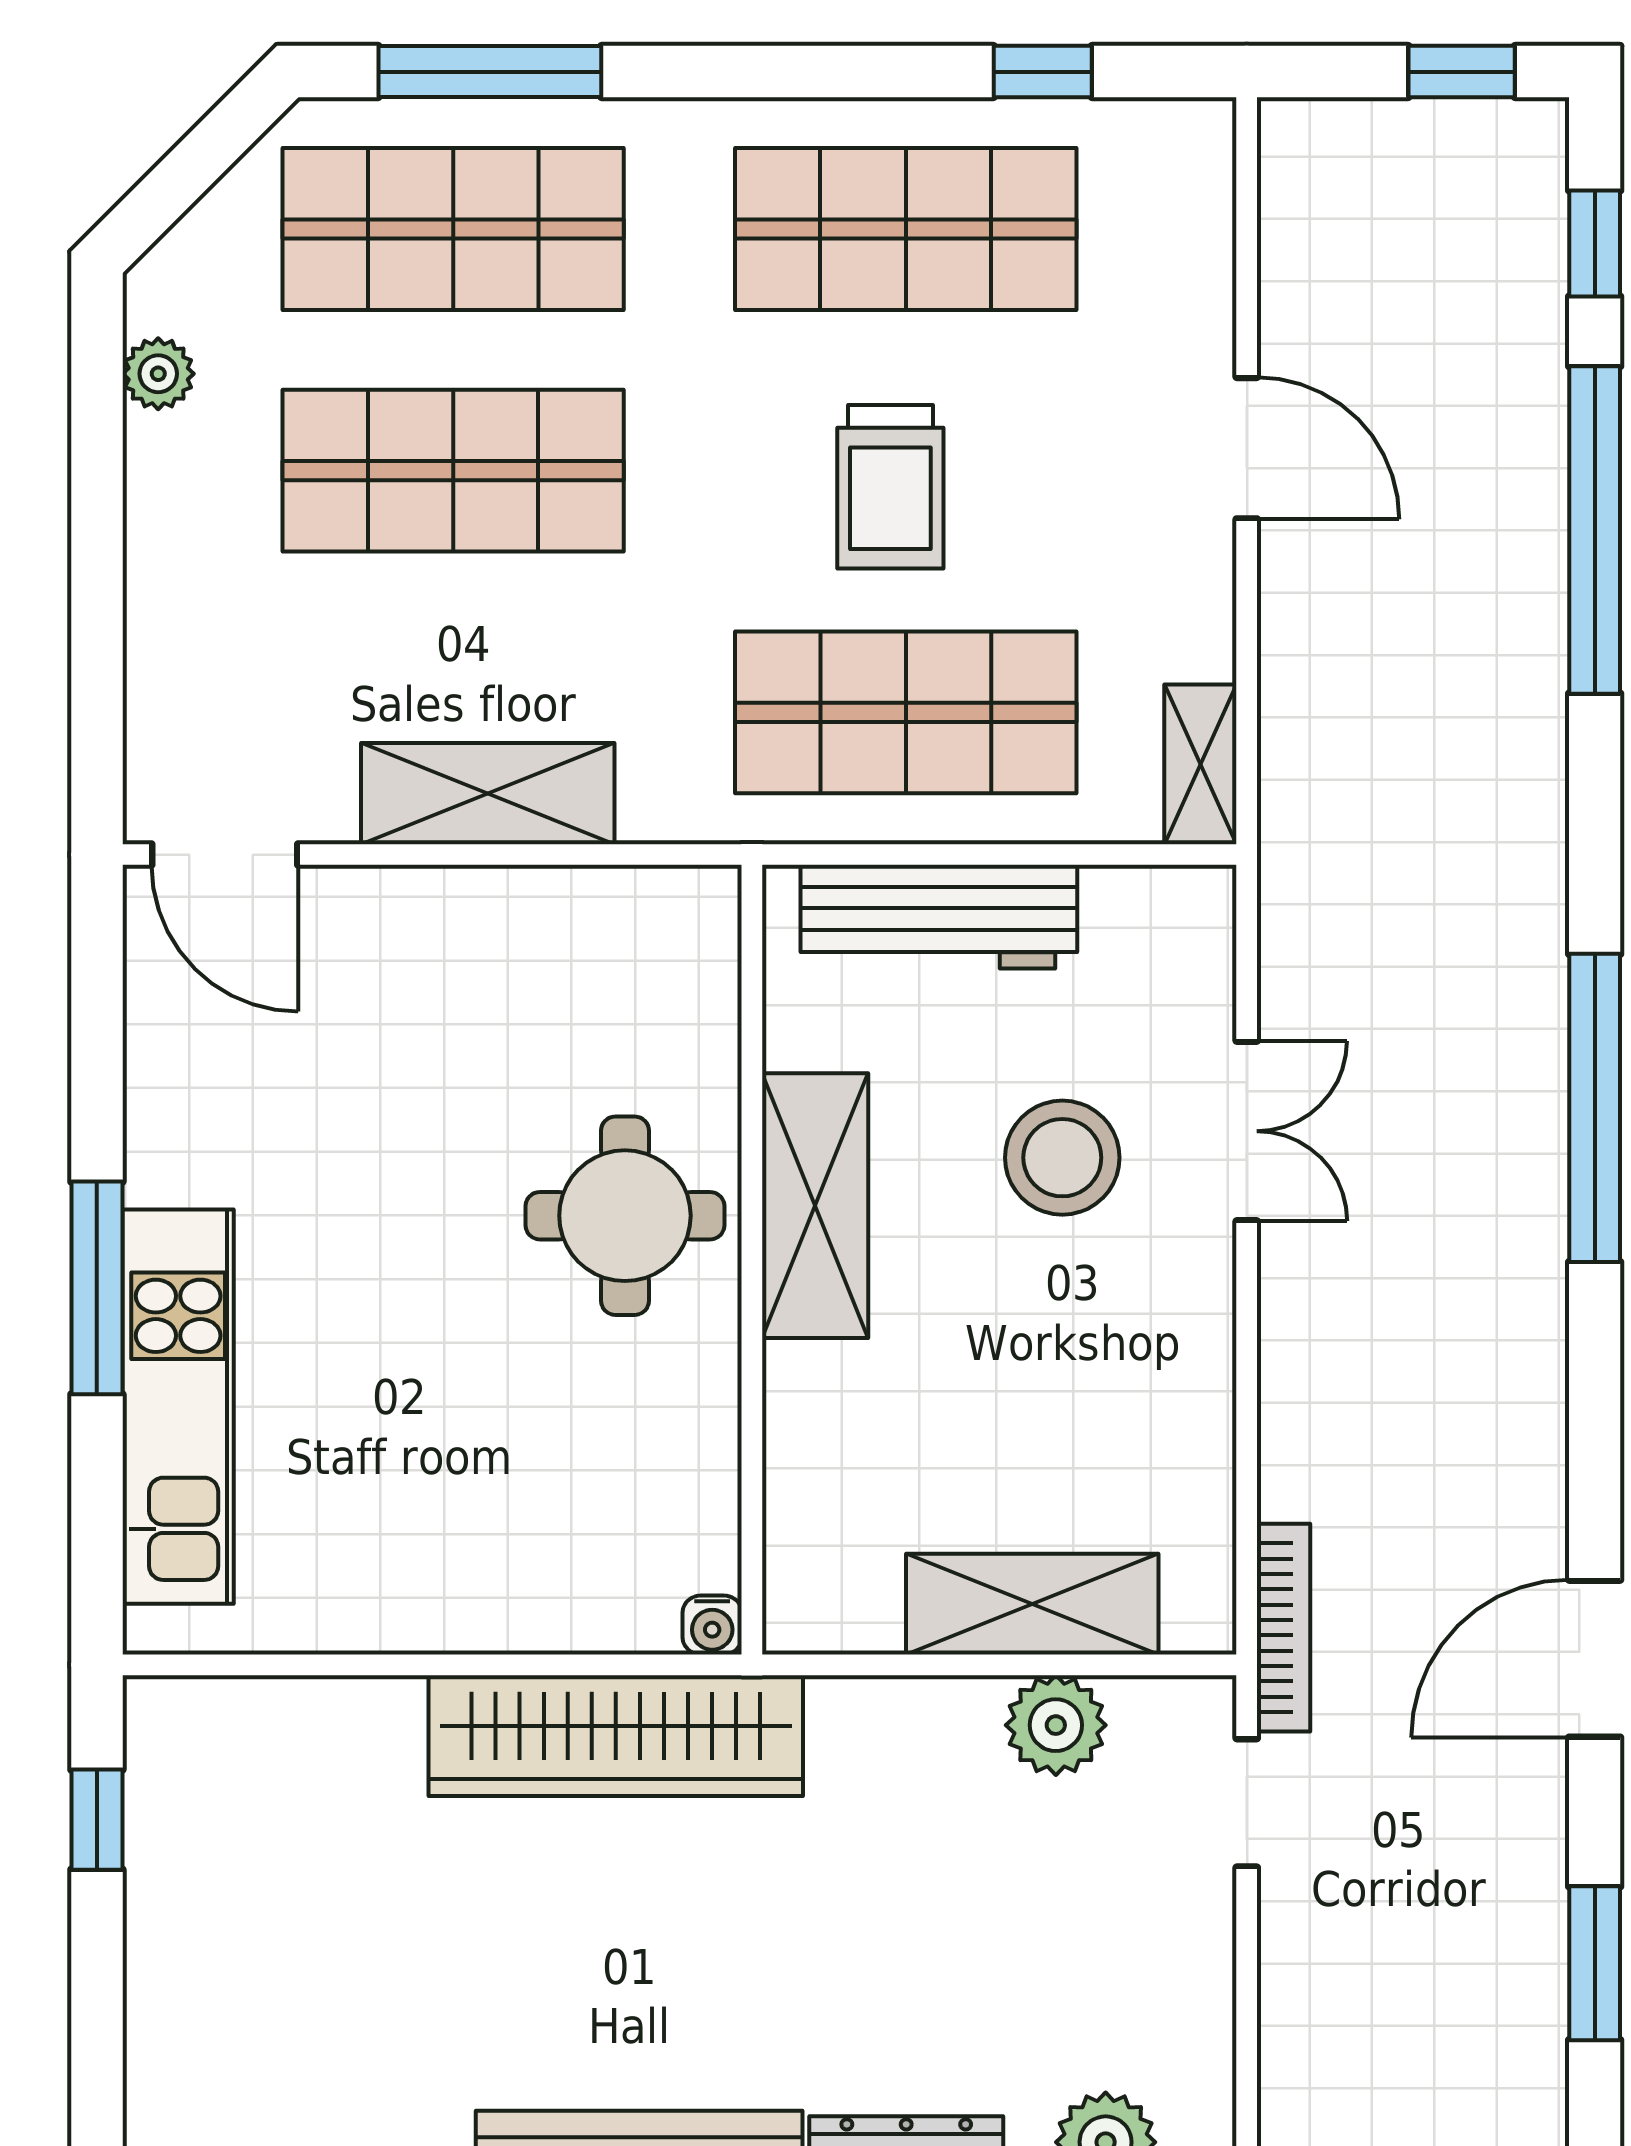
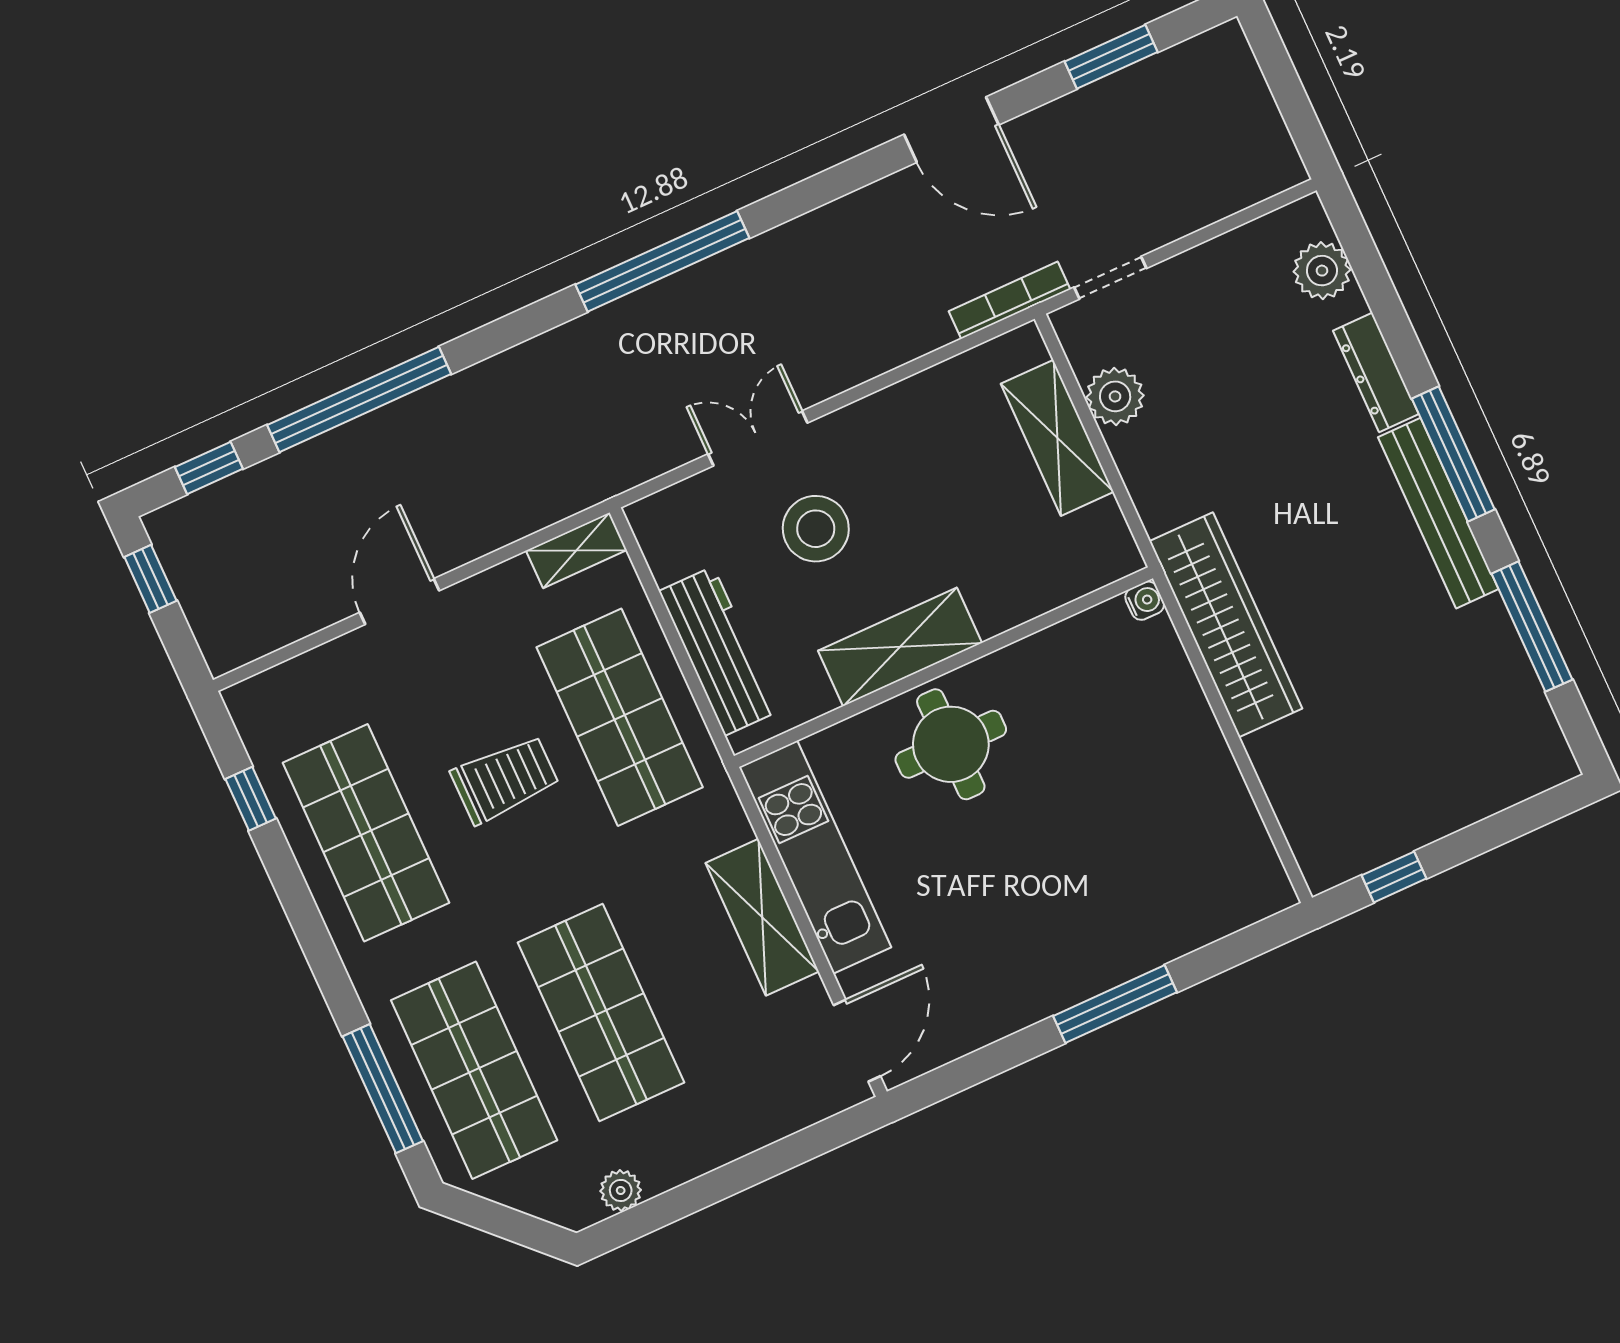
kitchen unit: (178, 1407) -> (815, 857), moved, turned 90

